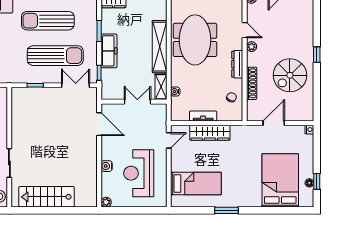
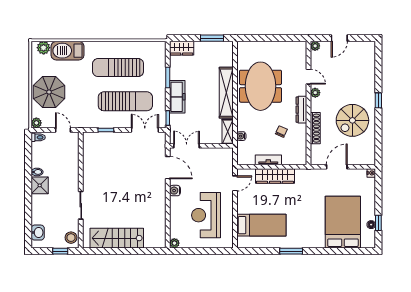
chair: (231, 97) -> (281, 132), moved
double door: (137, 102) -> (187, 146), moved
water cooler: (107, 166) -> (175, 191), moved

